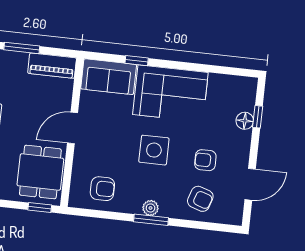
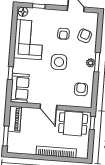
corner sofa: (170, 93) -> (29, 40), moved
floor lamp: (245, 121) -> (23, 12), moved

